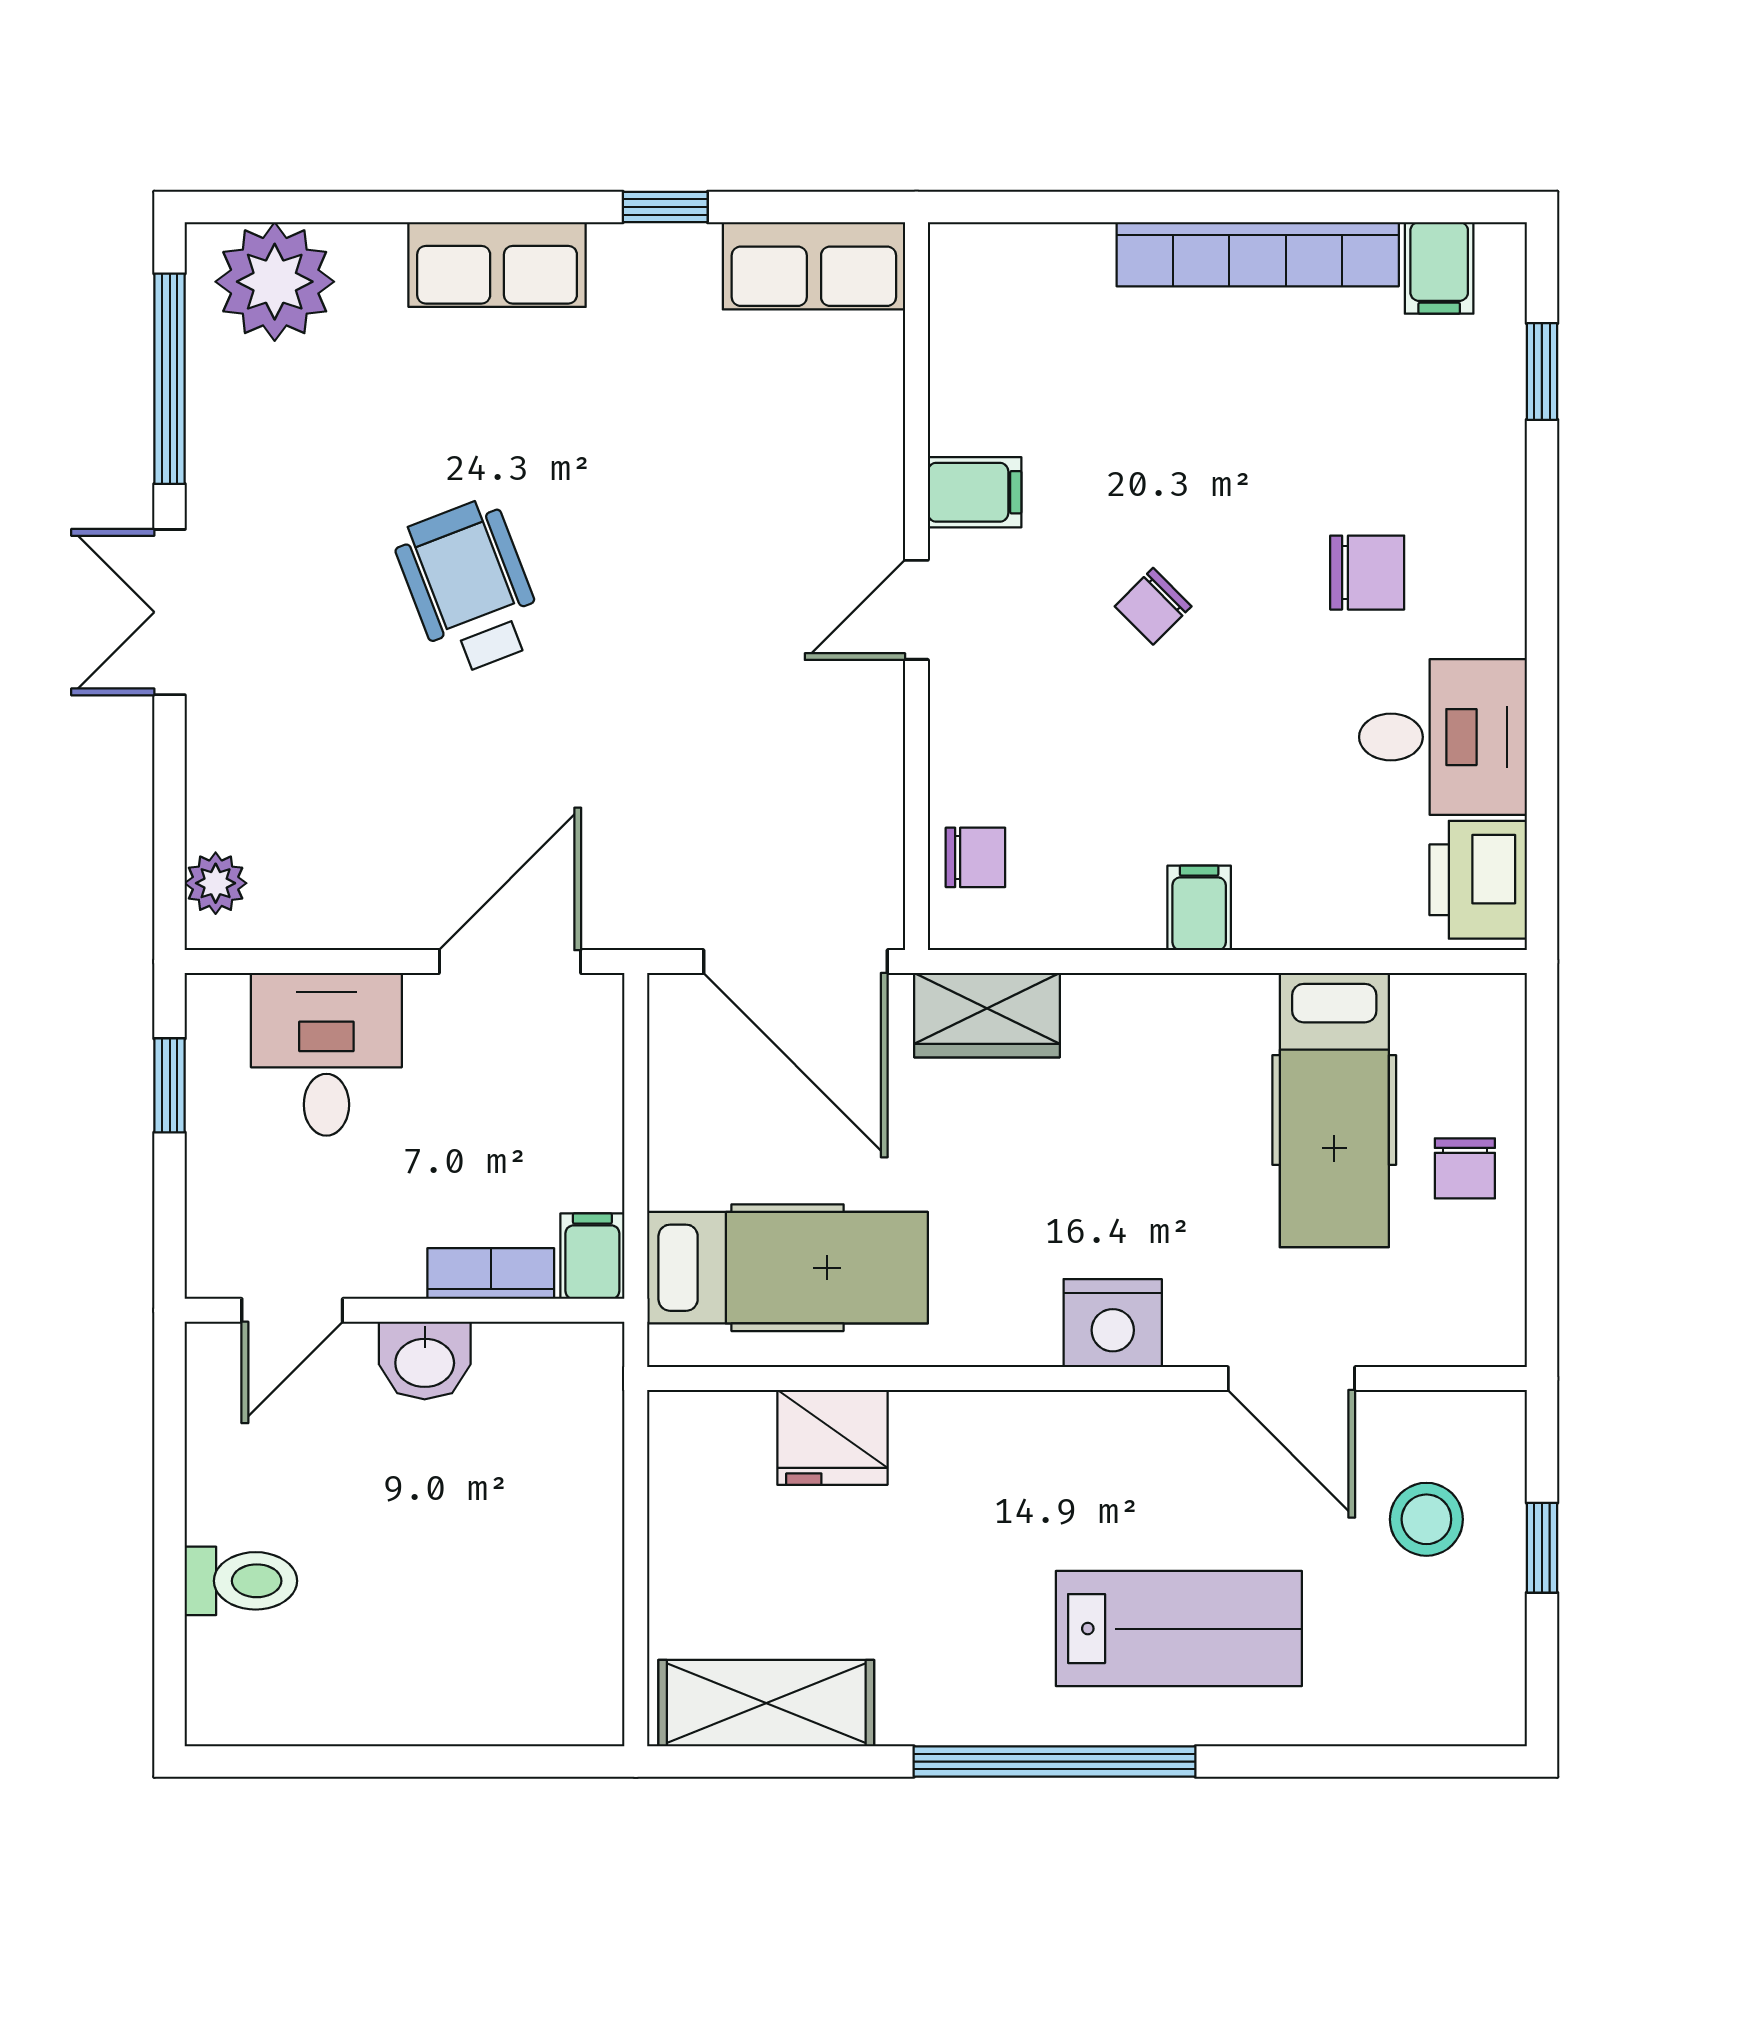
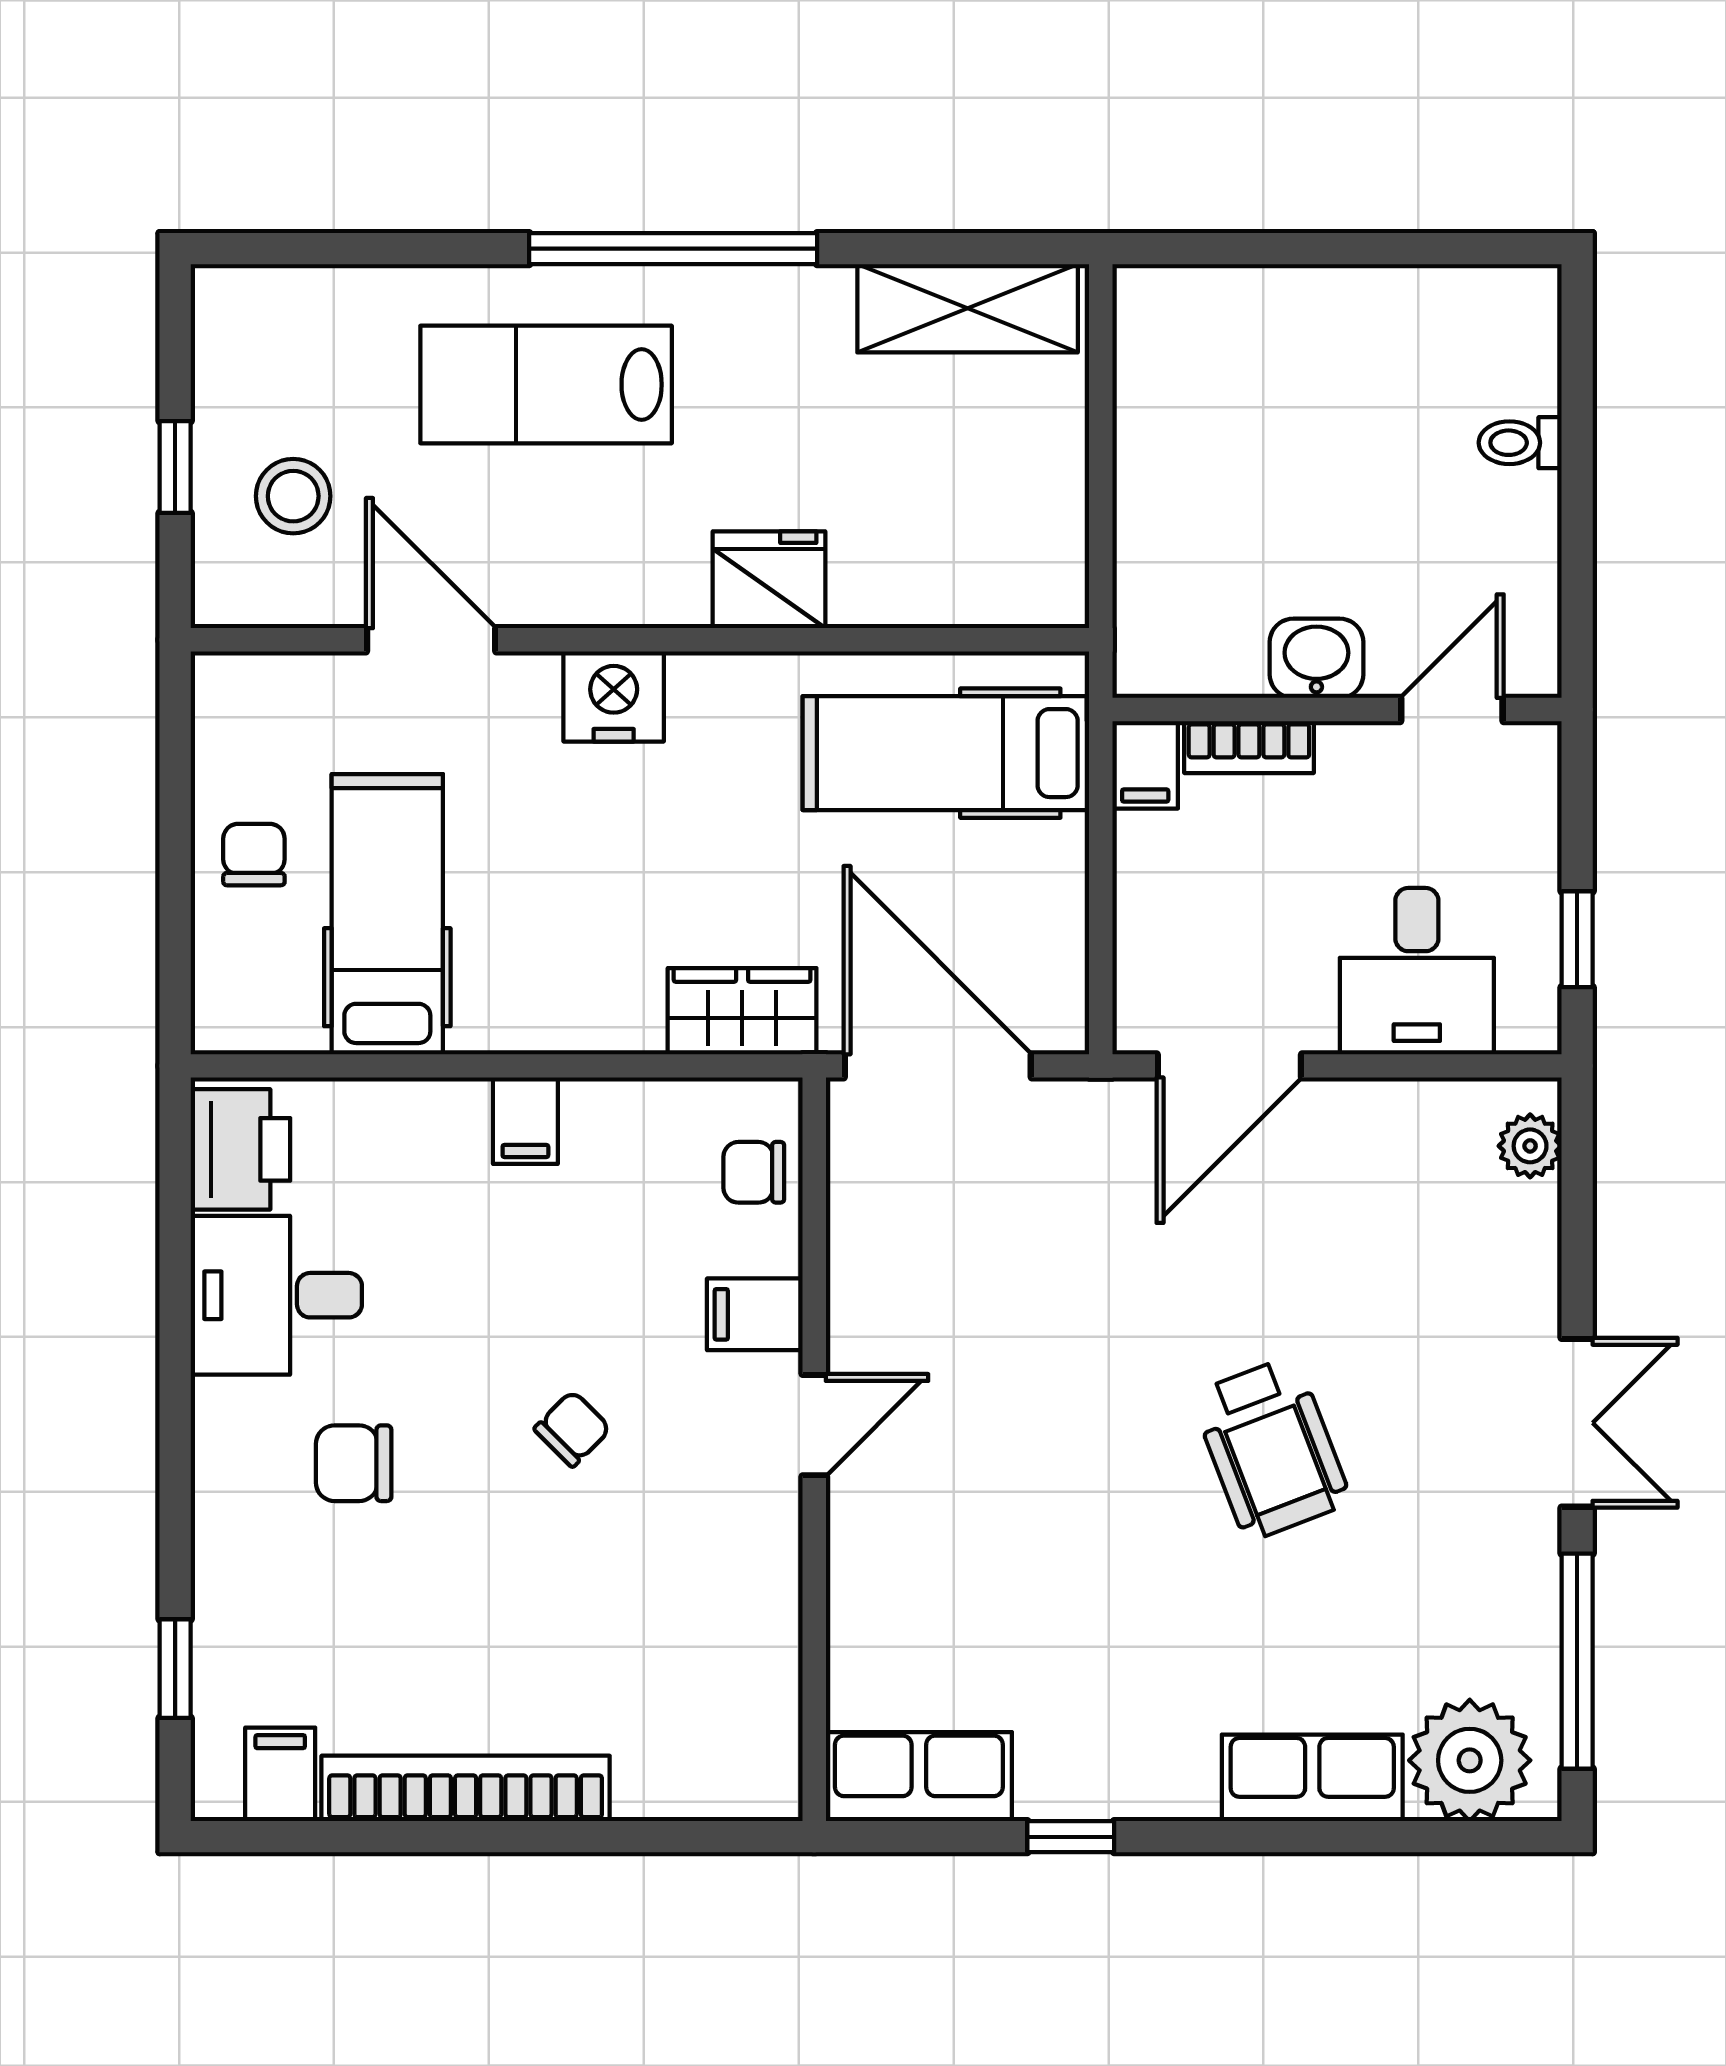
row of seats: (497, 265) -> (1312, 1778), moved
filing cabinet: (975, 492) -> (755, 1314), moved
fridge: (832, 1437) -> (769, 580), moved
toilet: (241, 1581) -> (1520, 443), width x0.73, depth x0.72

